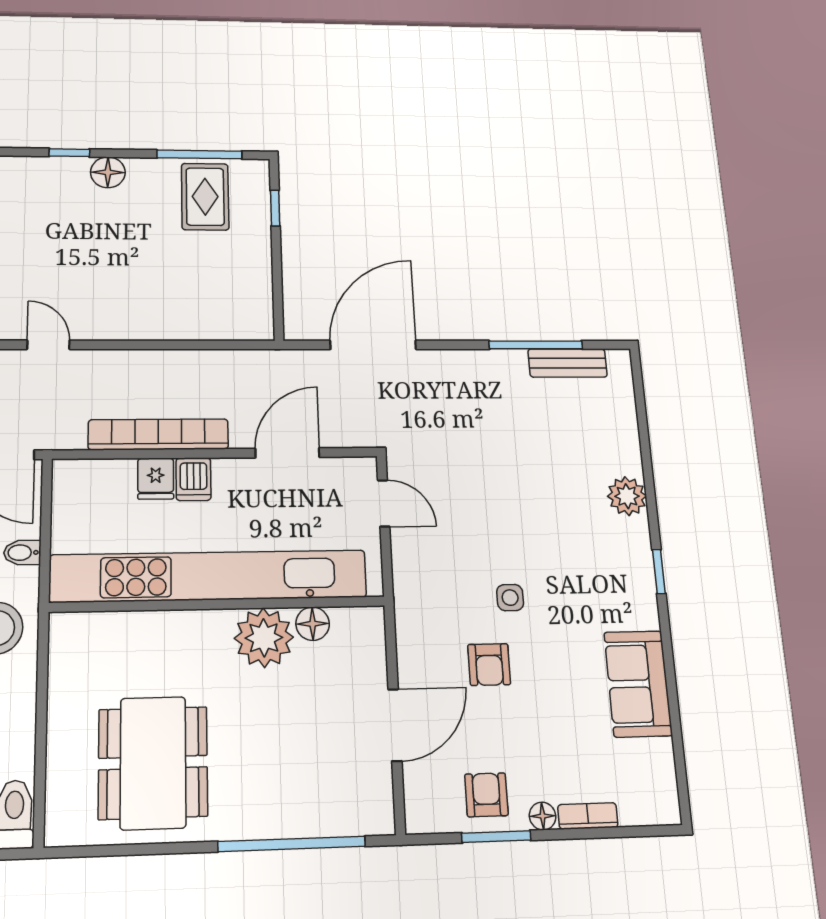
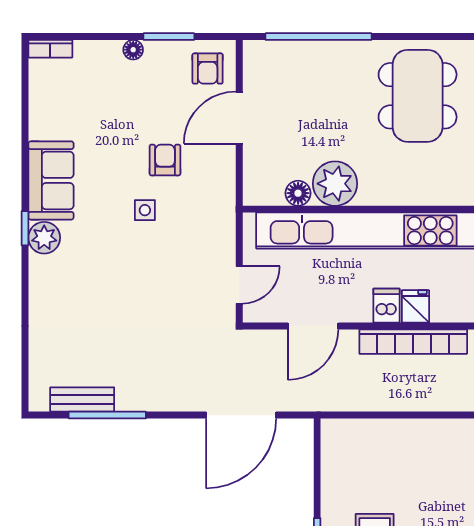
plant: (627, 496) -> (44, 238), moved
door: (384, 503) -> (239, 285), swing flipped
sofa: (638, 684) -> (51, 180), moved
armchair: (486, 795) -> (208, 69), moved
bookcase: (588, 816) -> (50, 49), moved

